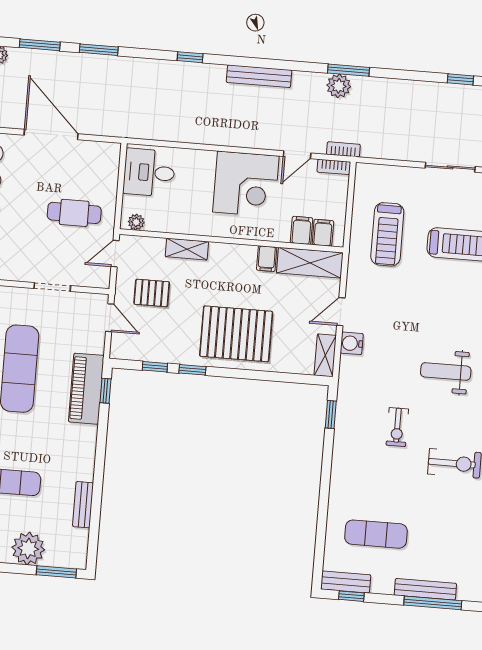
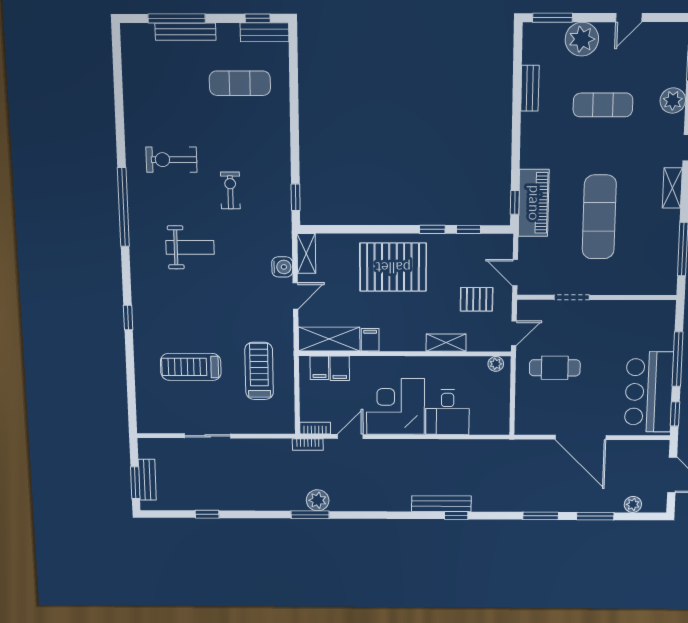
bench: (259, 76) -> (441, 504), moved
desk: (149, 172) -> (447, 412), moved, turned 90

